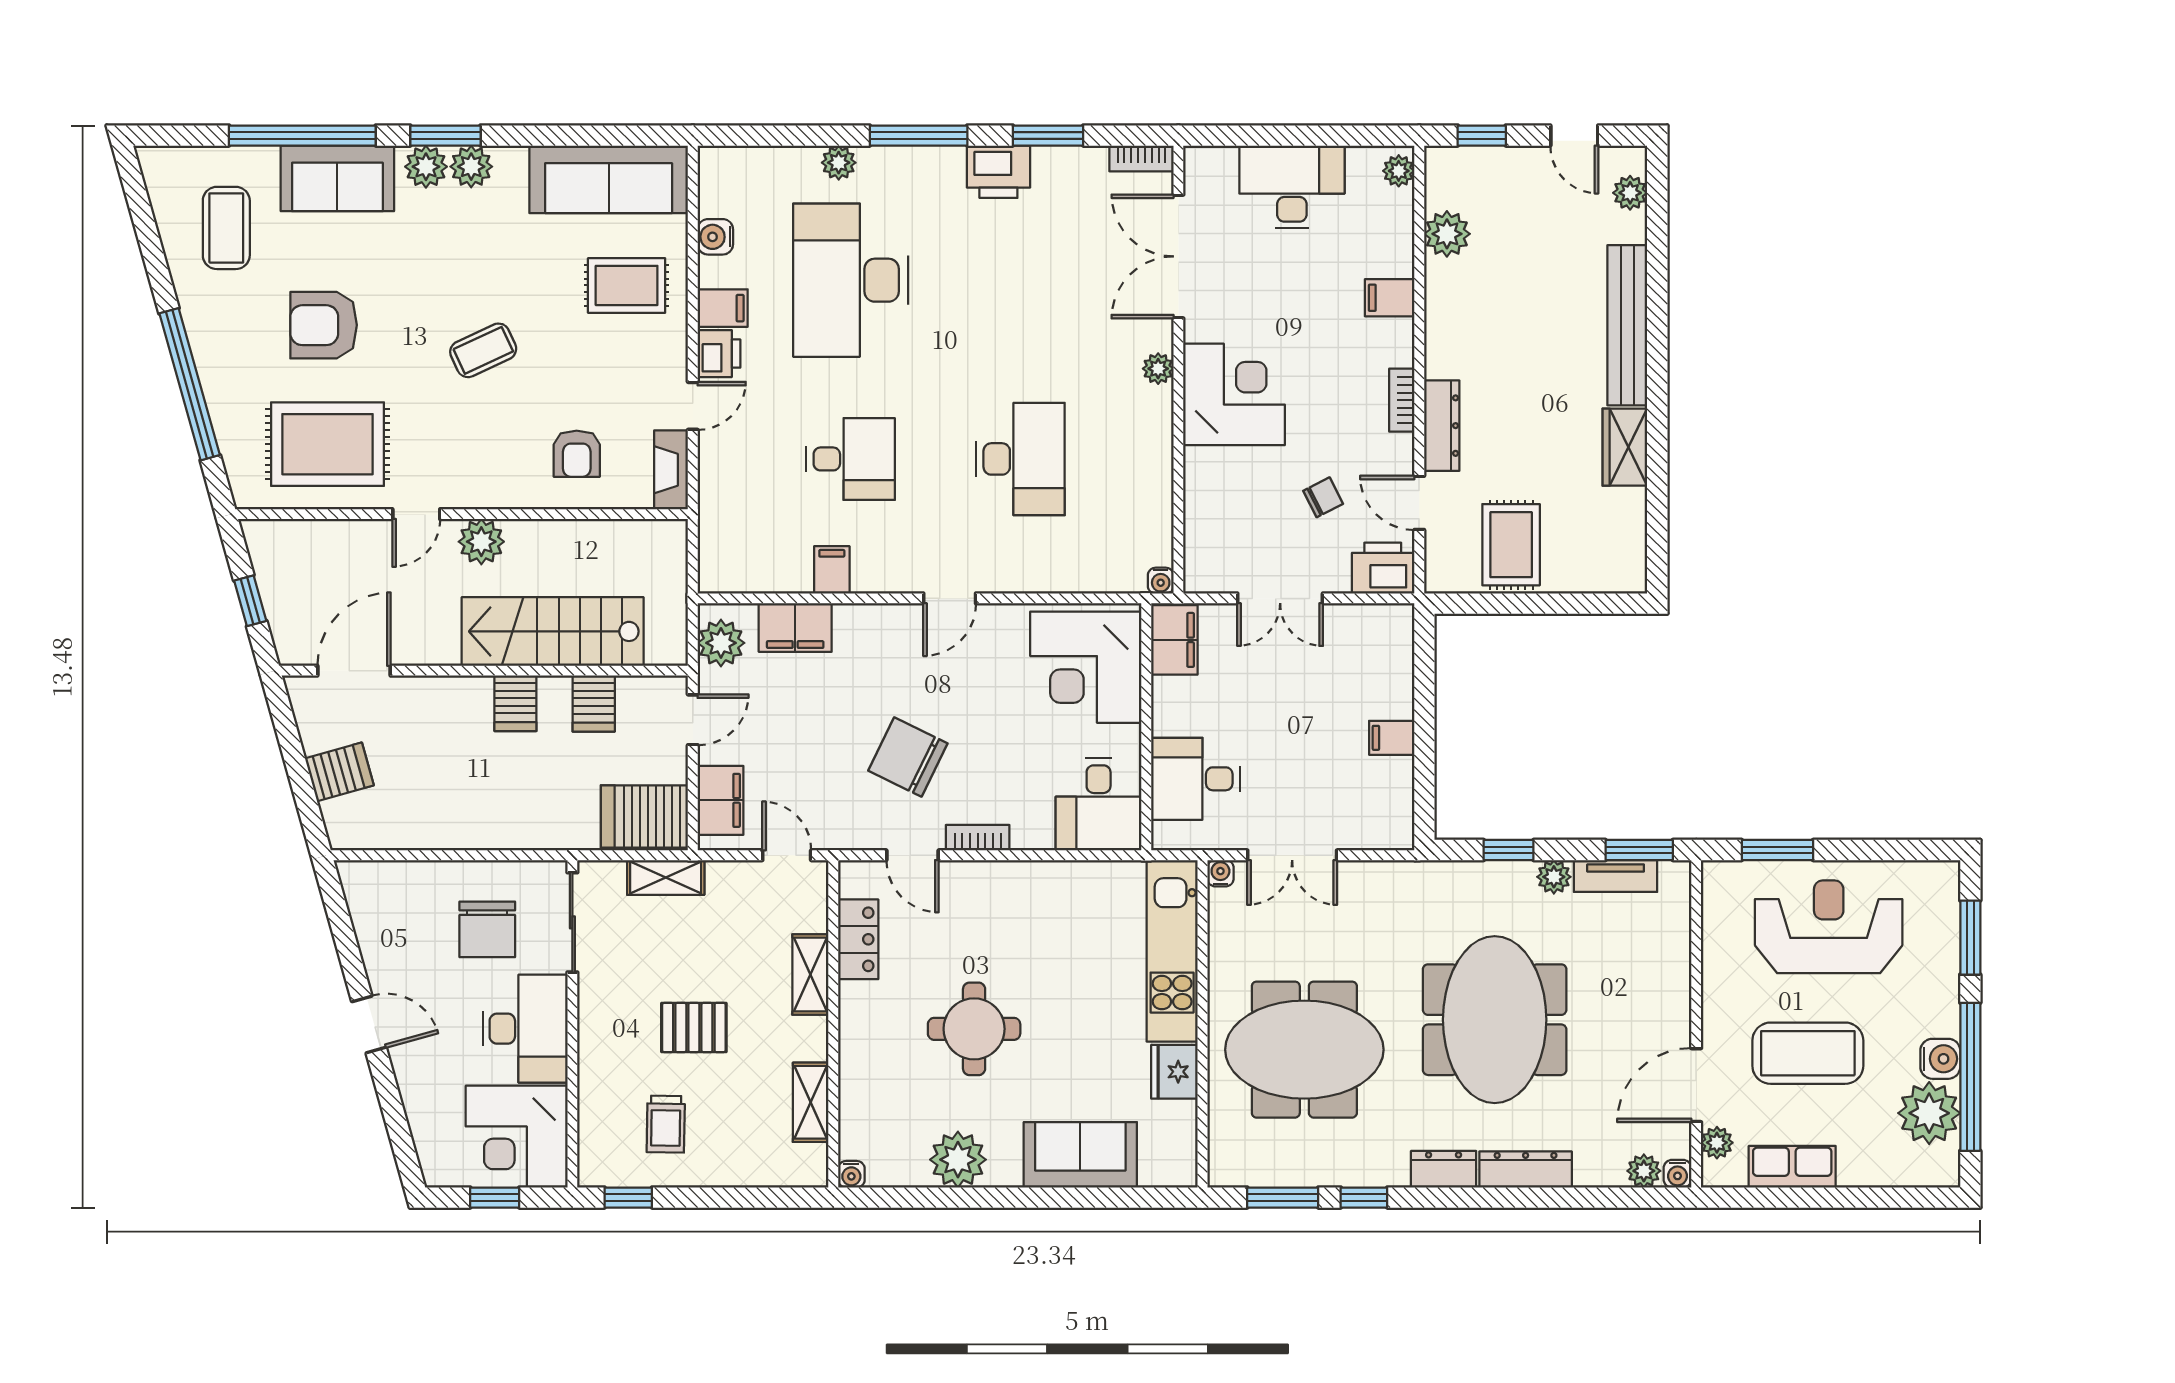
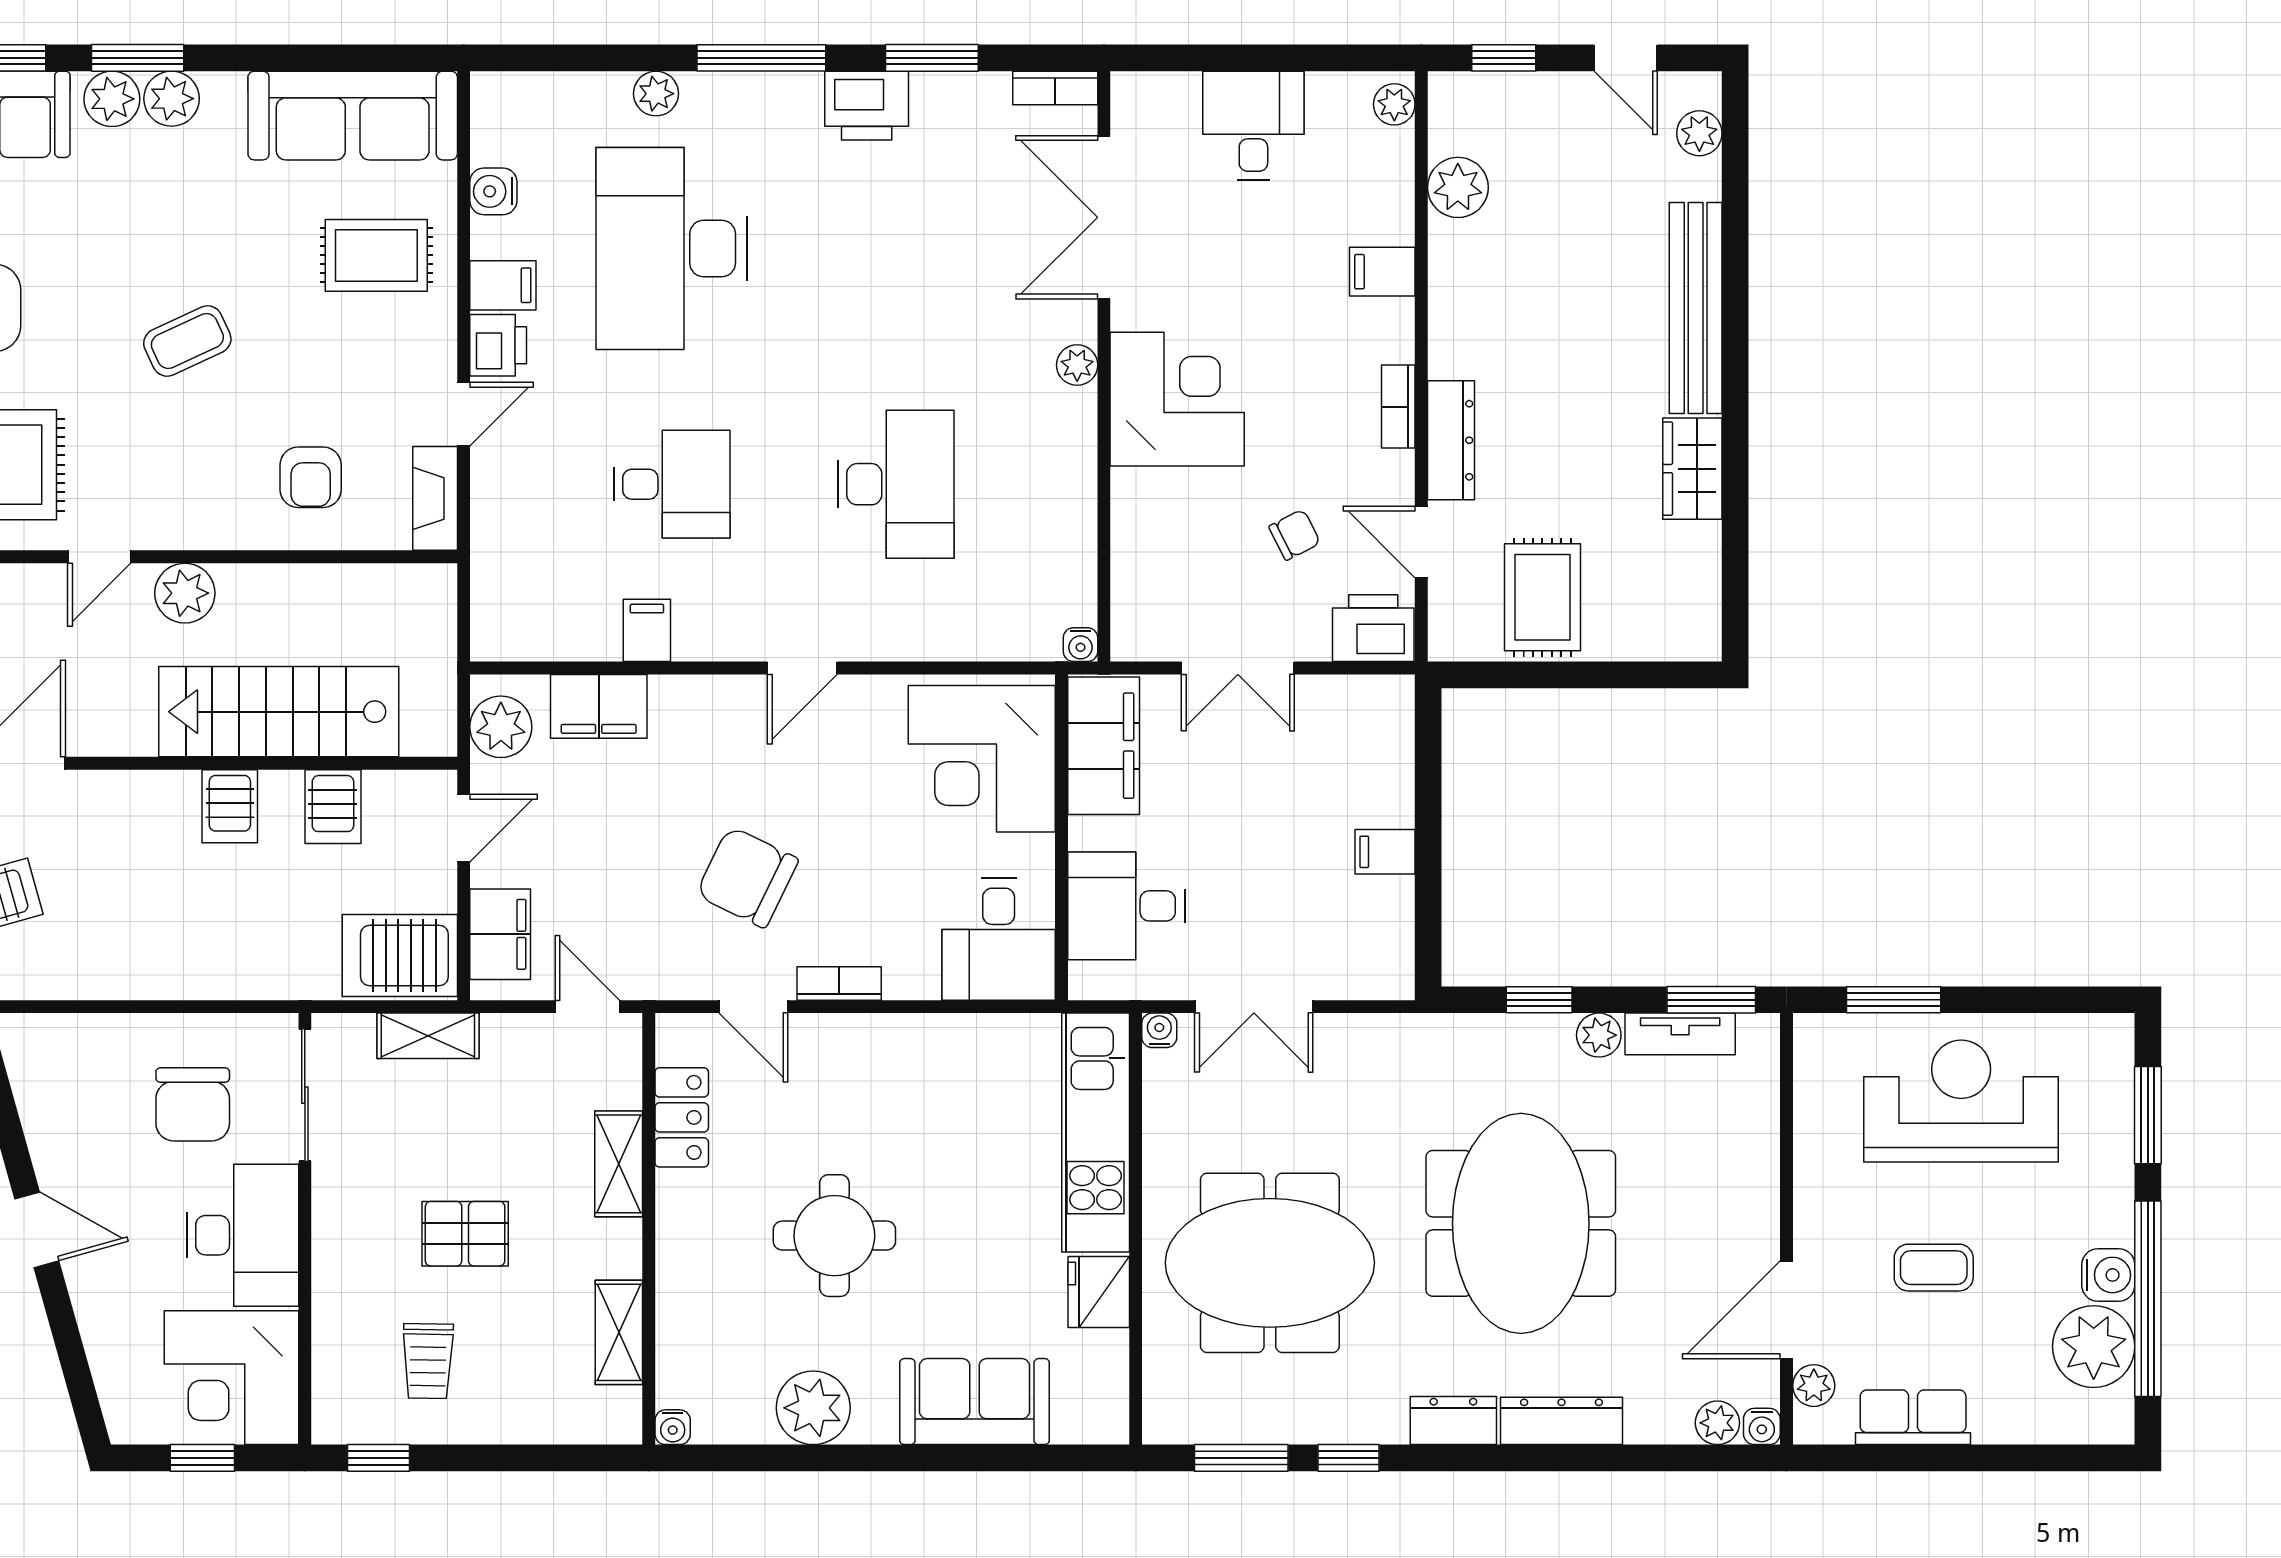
desk: (1292, 187) -> (1253, 126), width x0.73
filing cabinet: (1174, 640) -> (1104, 746), width x1.50, depth x1.17
coffee table: (1808, 1053) -> (1934, 1268), width x0.54, depth x0.58

